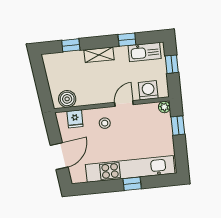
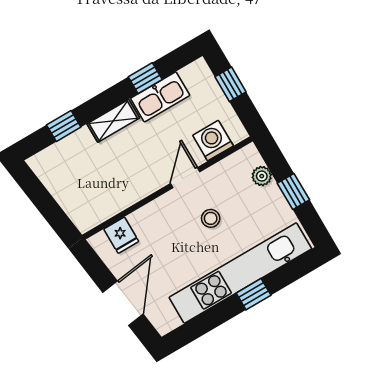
kitchen sink: (145, 52) -> (160, 97), moved
boiler: (67, 99) -> (95, 210), removed
plant: (164, 107) -> (262, 176), moved
stool: (105, 123) -> (211, 218), moved
window: (178, 126) -> (293, 191), moved

